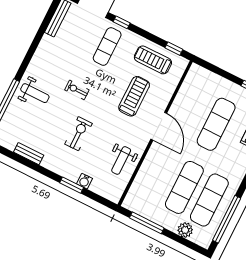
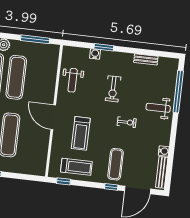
water cooler: (47, 41) -> (164, 151), added
weight bench: (121, 160) -> (73, 80), turned 180

